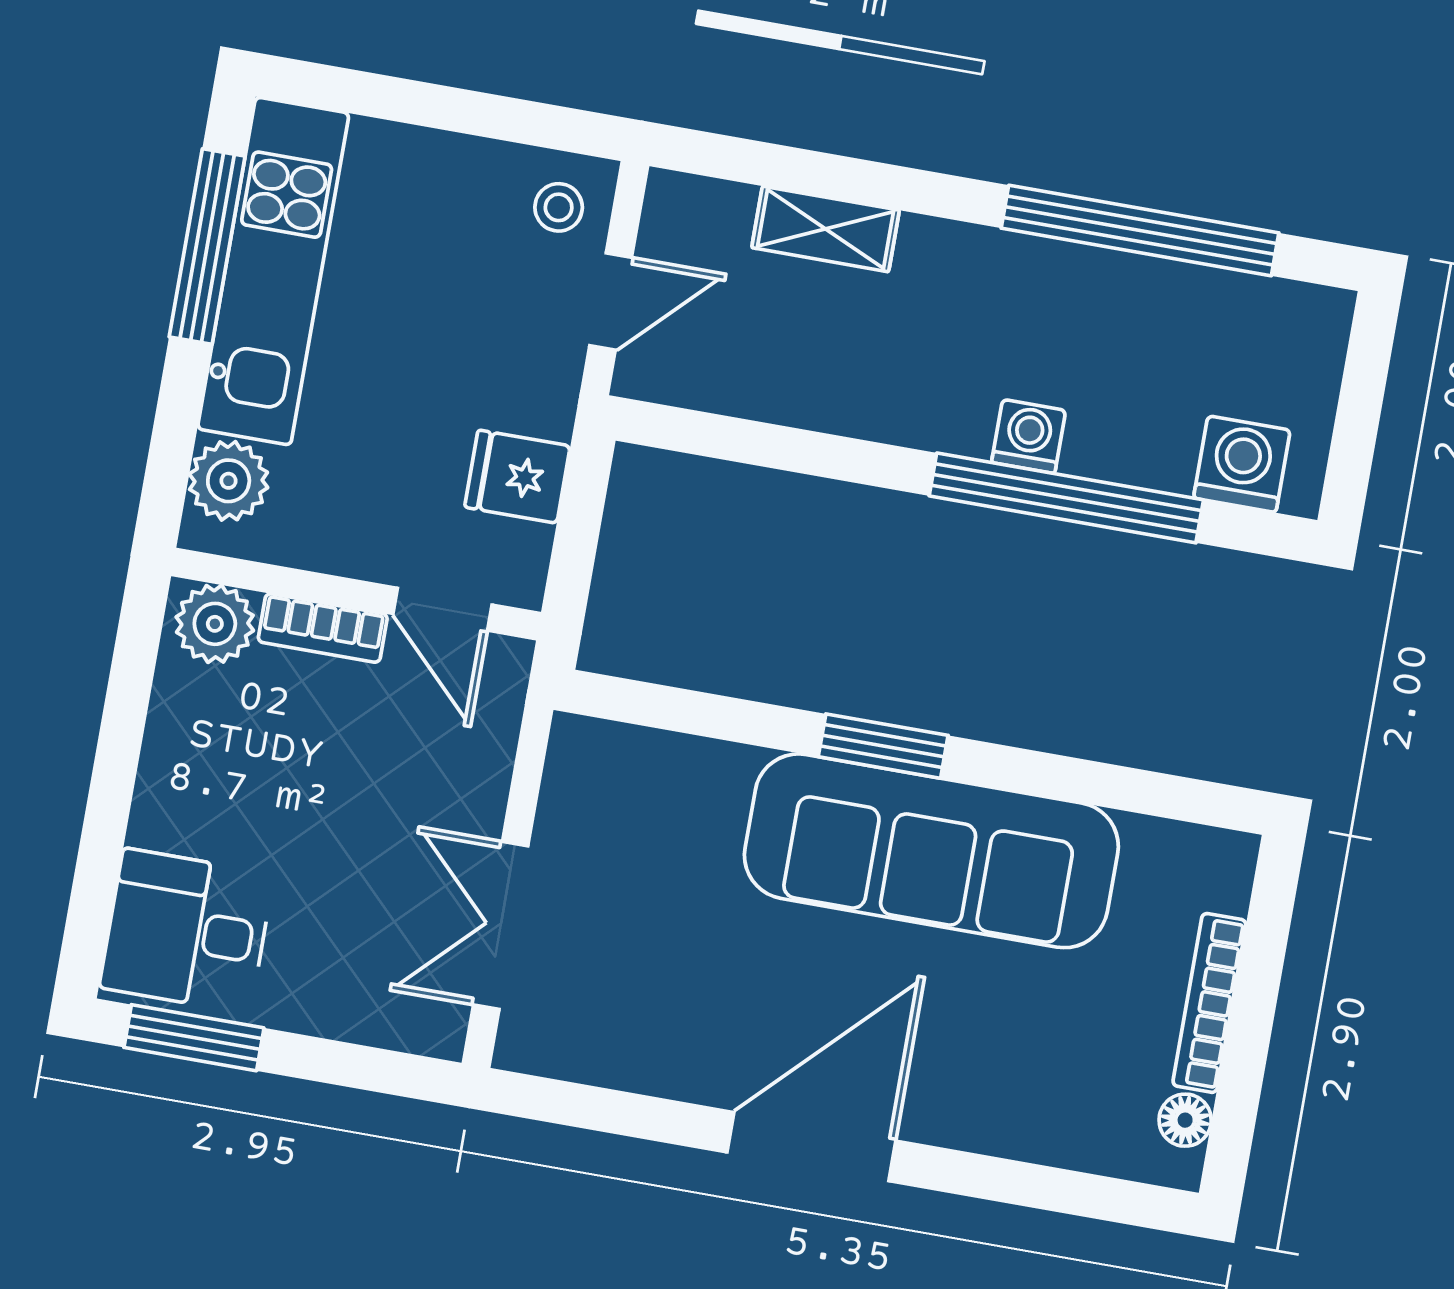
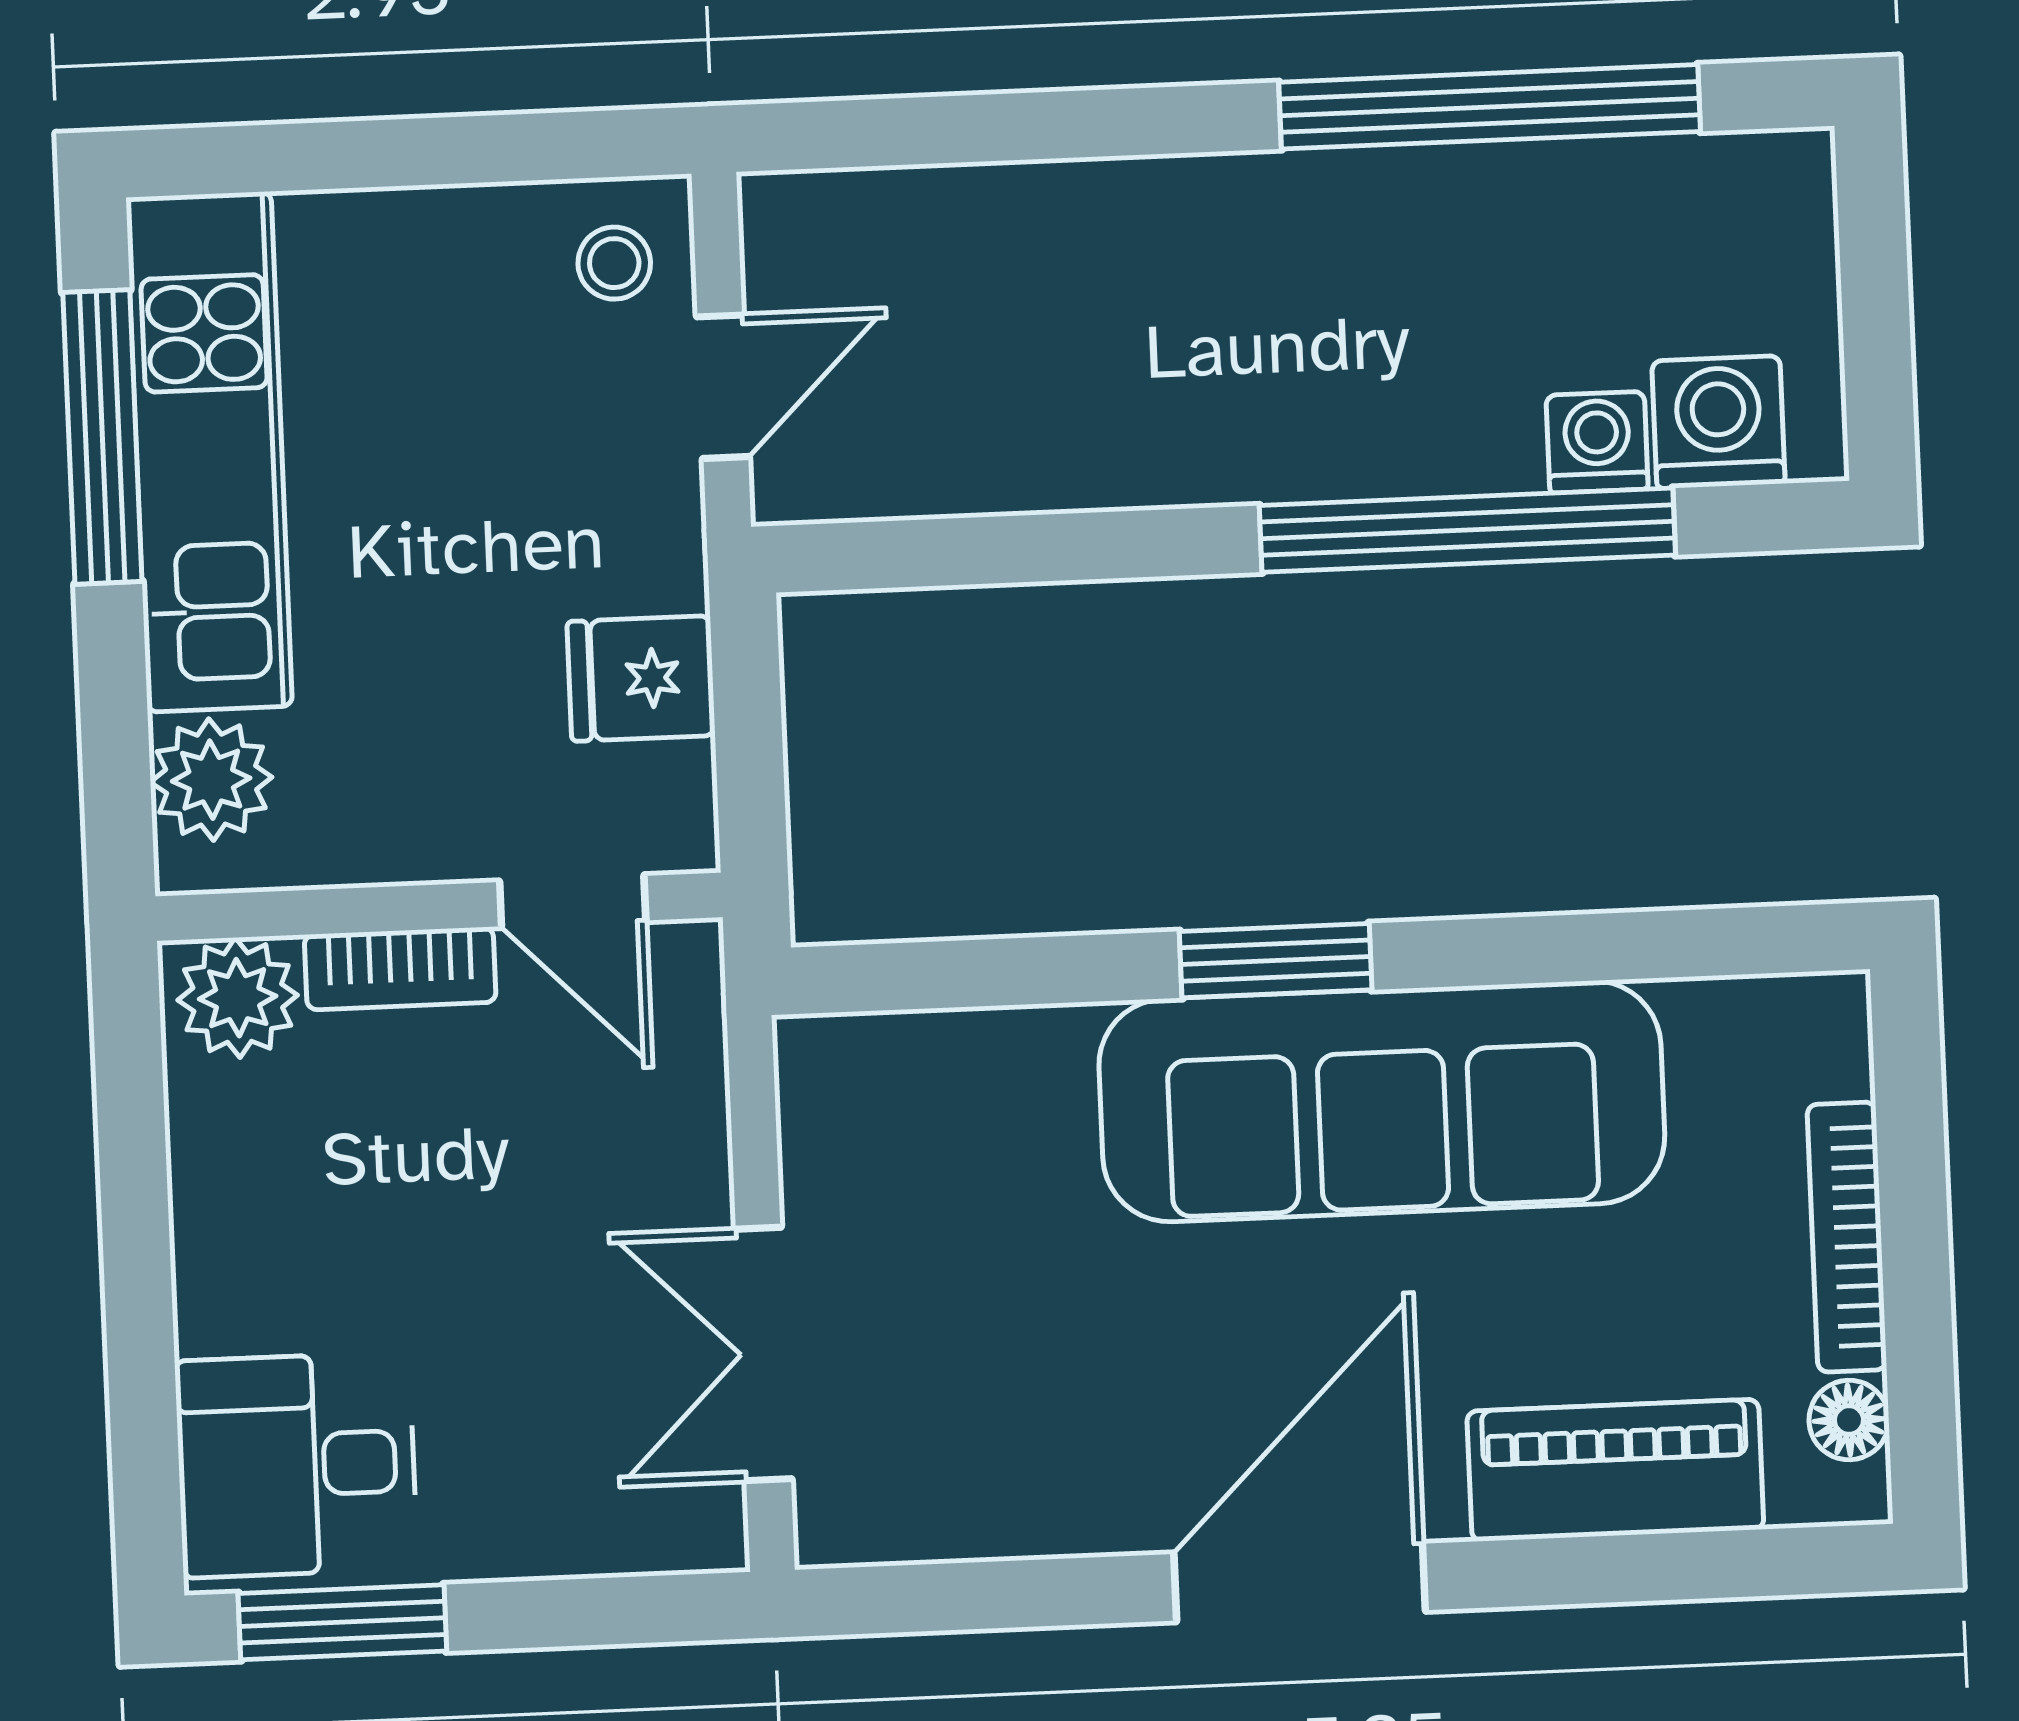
shelving: (826, 229) -> (1020, 208), removed
washing machine: (1029, 436) -> (1597, 442), moved
piano: (1029, 1119) -> (1615, 1470), added

